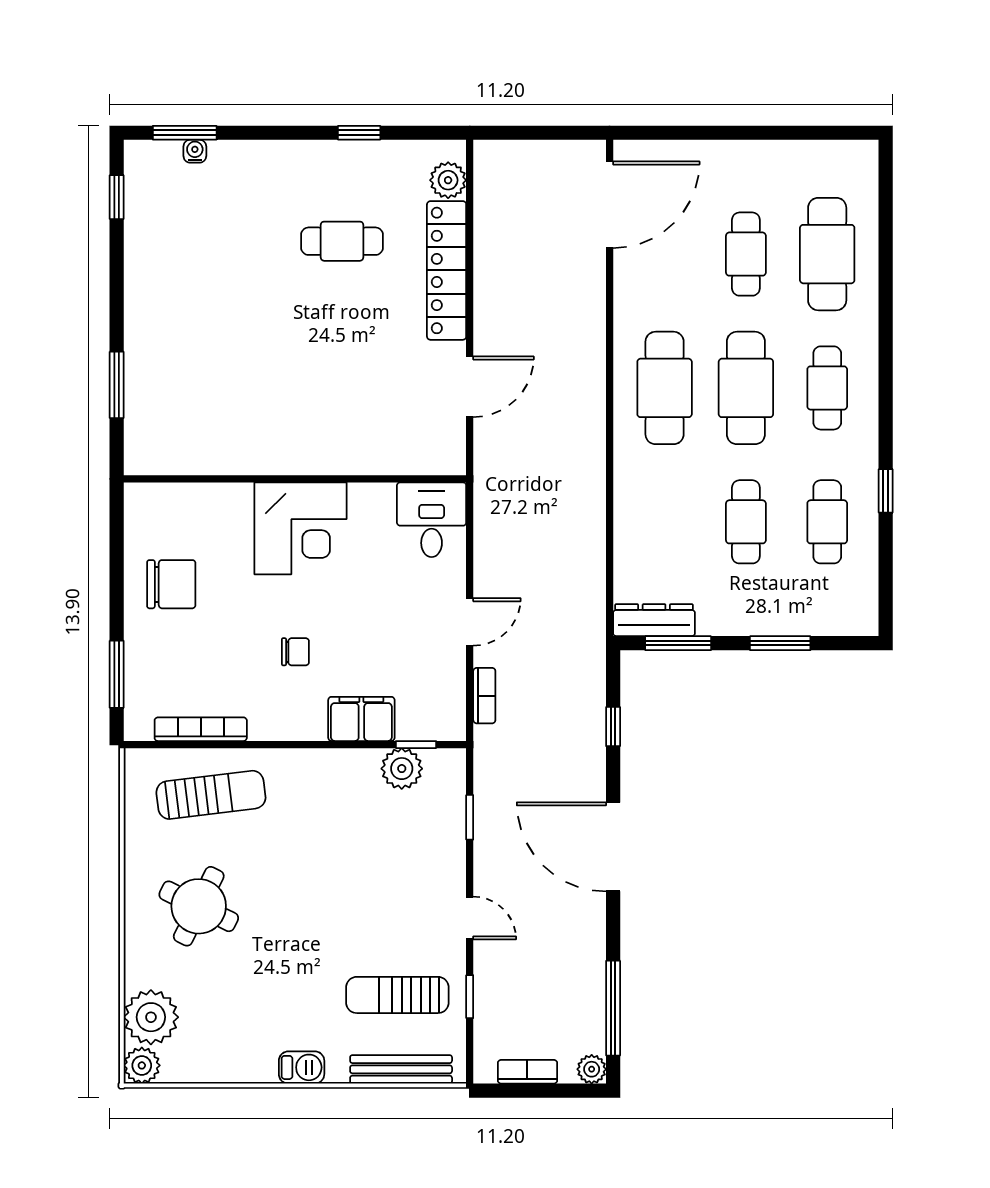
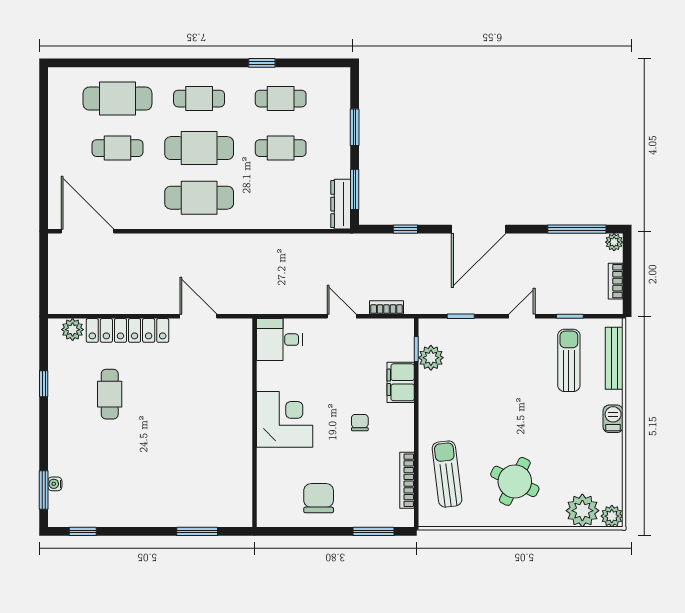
sun lounger: (397, 995) -> (569, 360), turned 180

